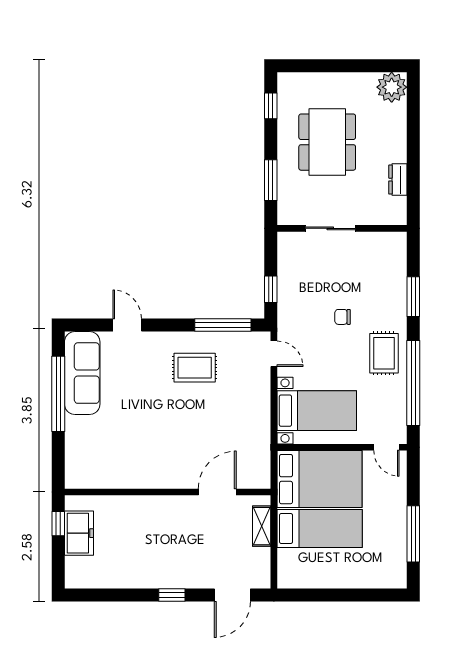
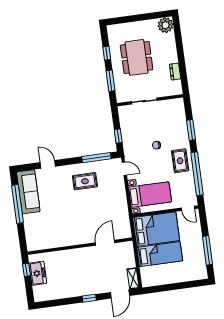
window: (271, 106) -> (107, 53), moved
shelving: (262, 526) -> (133, 278), moved

